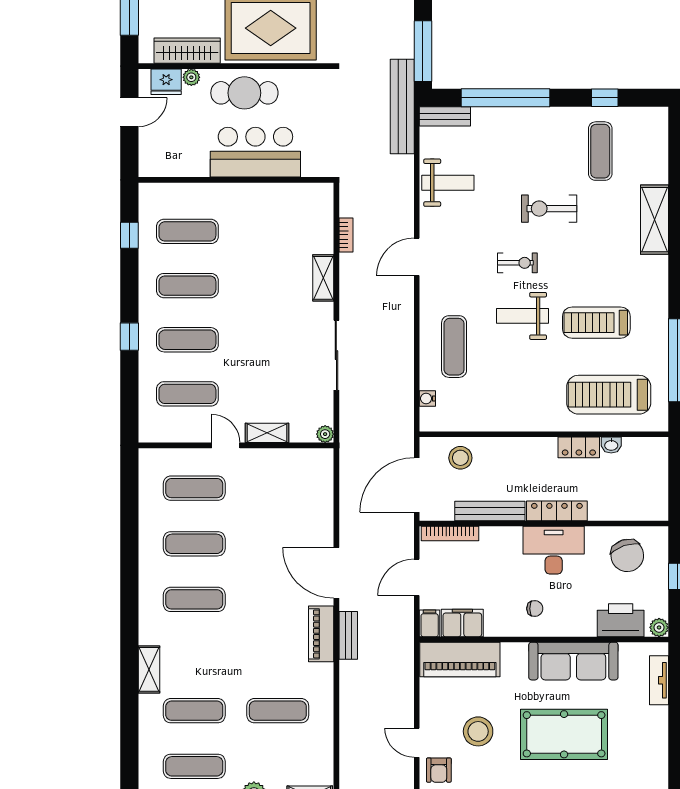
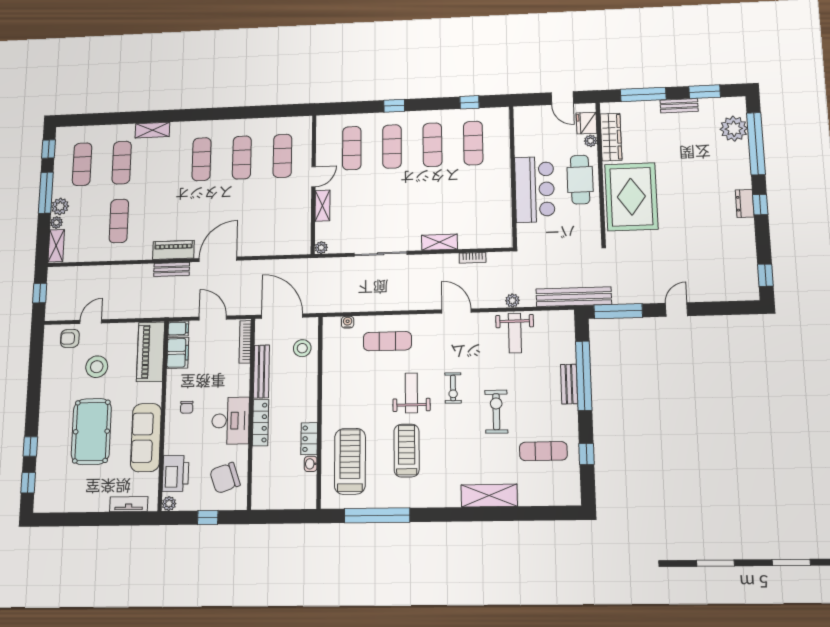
bench: (445, 116) -> (569, 384), moved
plant: (405, 185) -> (512, 301), added

